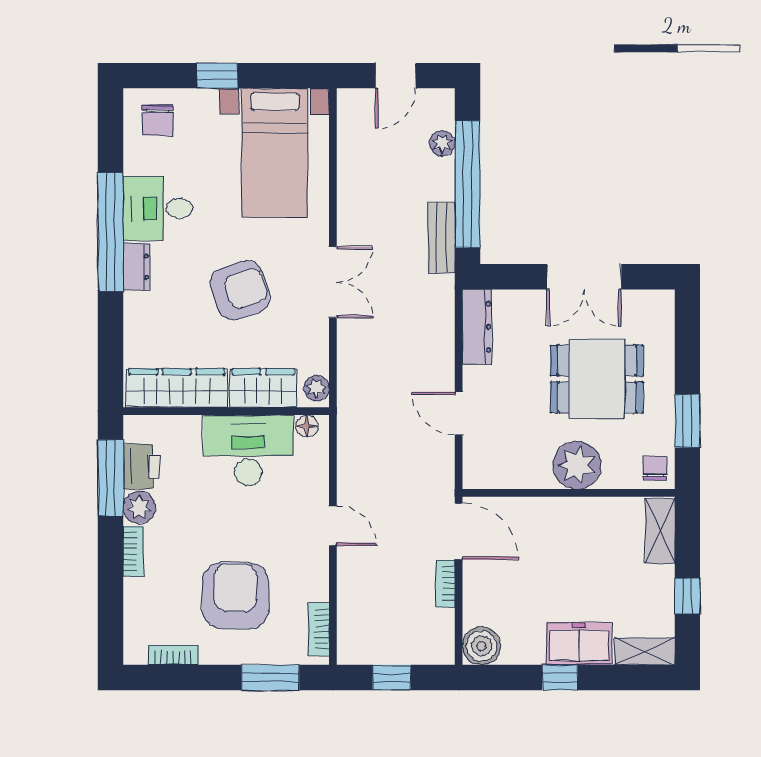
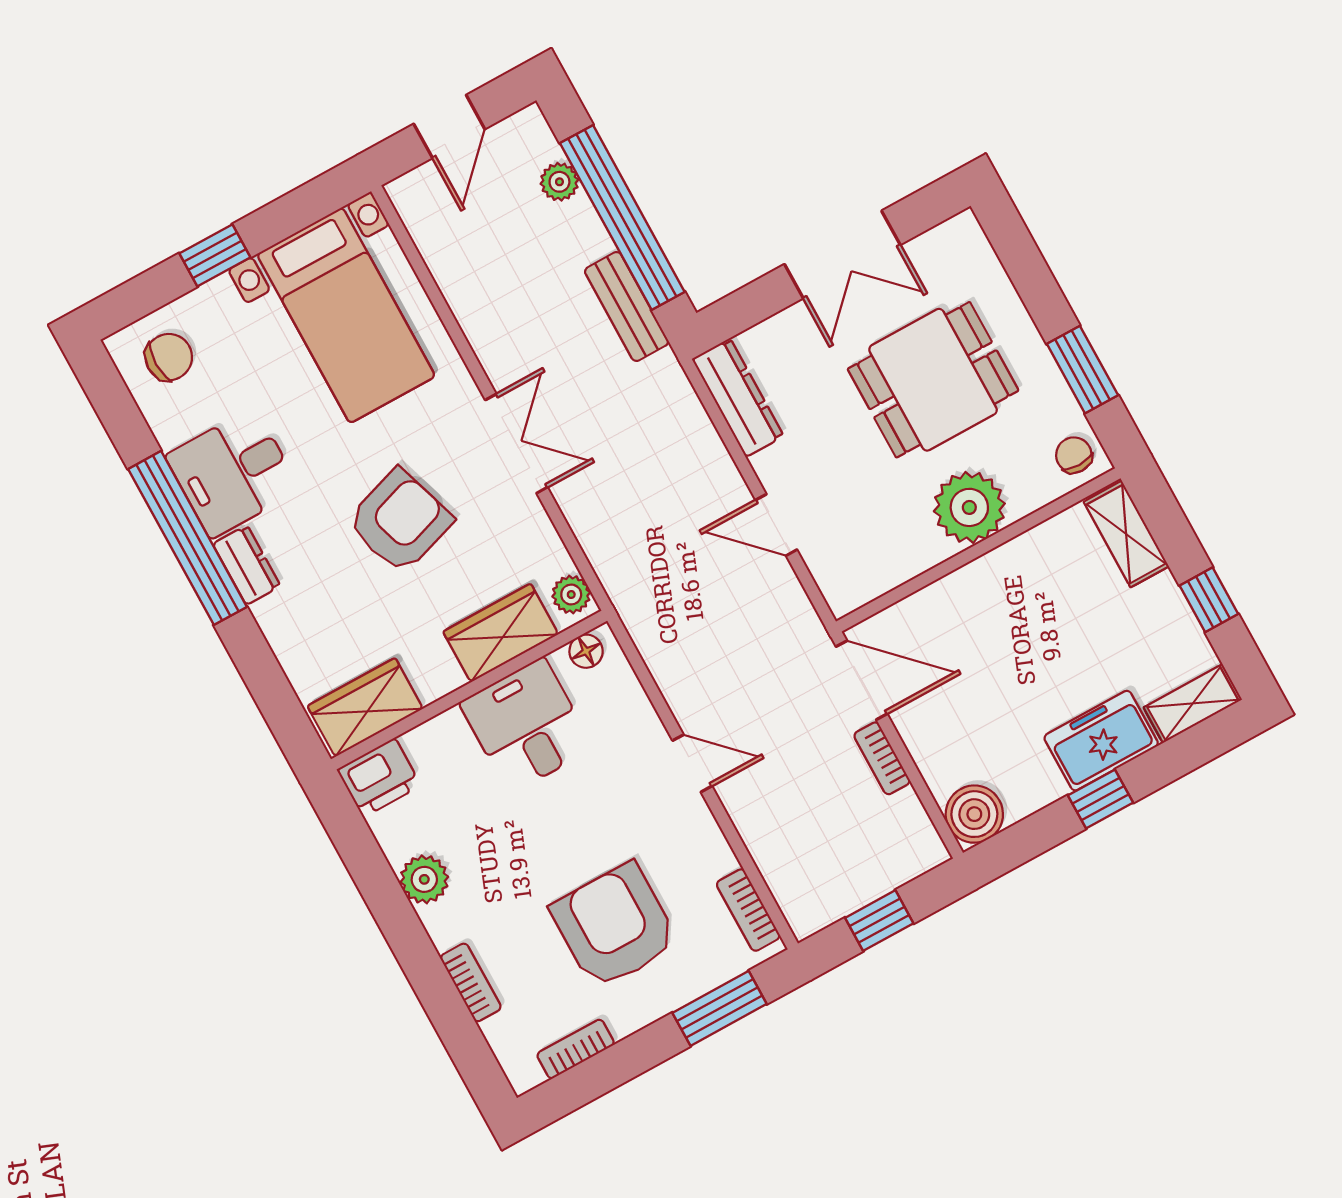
chair: (158, 120) -> (169, 357), turned -90
wardrobe: (177, 388) -> (365, 707), width x0.67
desk: (248, 450) -> (526, 725), width x0.73
printer: (142, 466) -> (379, 778), moved, turned 90
window: (111, 478) -> (365, 861), removed
bookcase: (133, 551) -> (471, 982), moved

